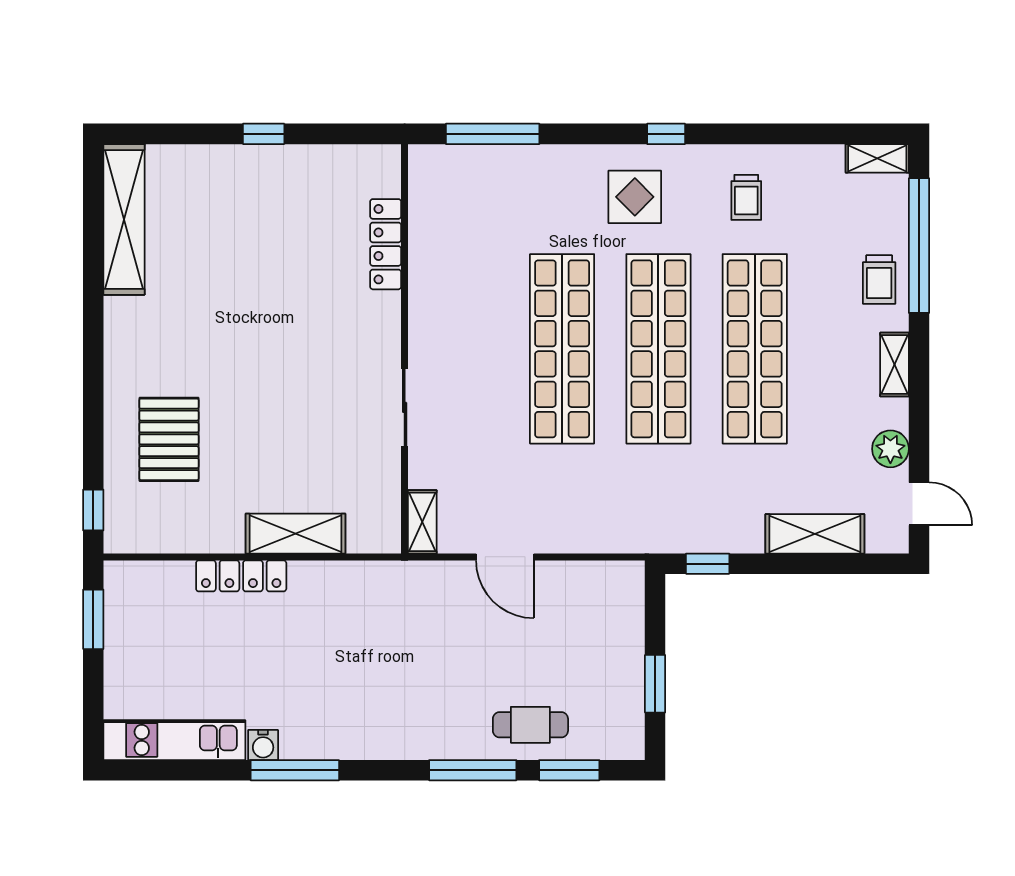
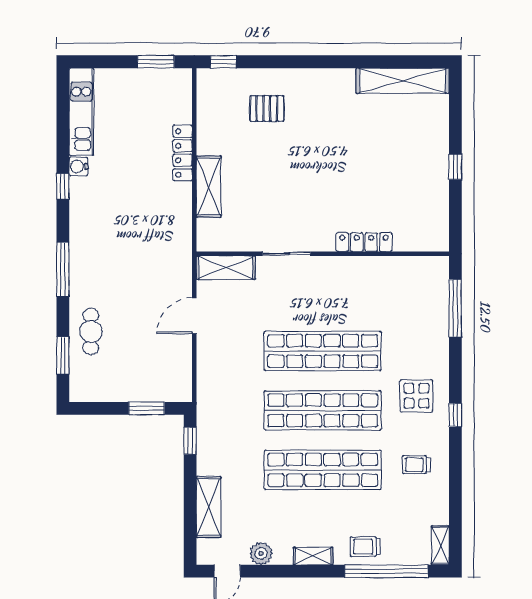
locker: (386, 244) -> (364, 242), moved
pallet: (169, 439) -> (267, 108), width x0.67, depth x0.71
shelving: (422, 522) -> (226, 268), width x1.50, depth x1.33
window: (655, 684) -> (147, 408), moved
window: (295, 770) -> (63, 186), width x0.46
window: (473, 770) -> (63, 269), moved

